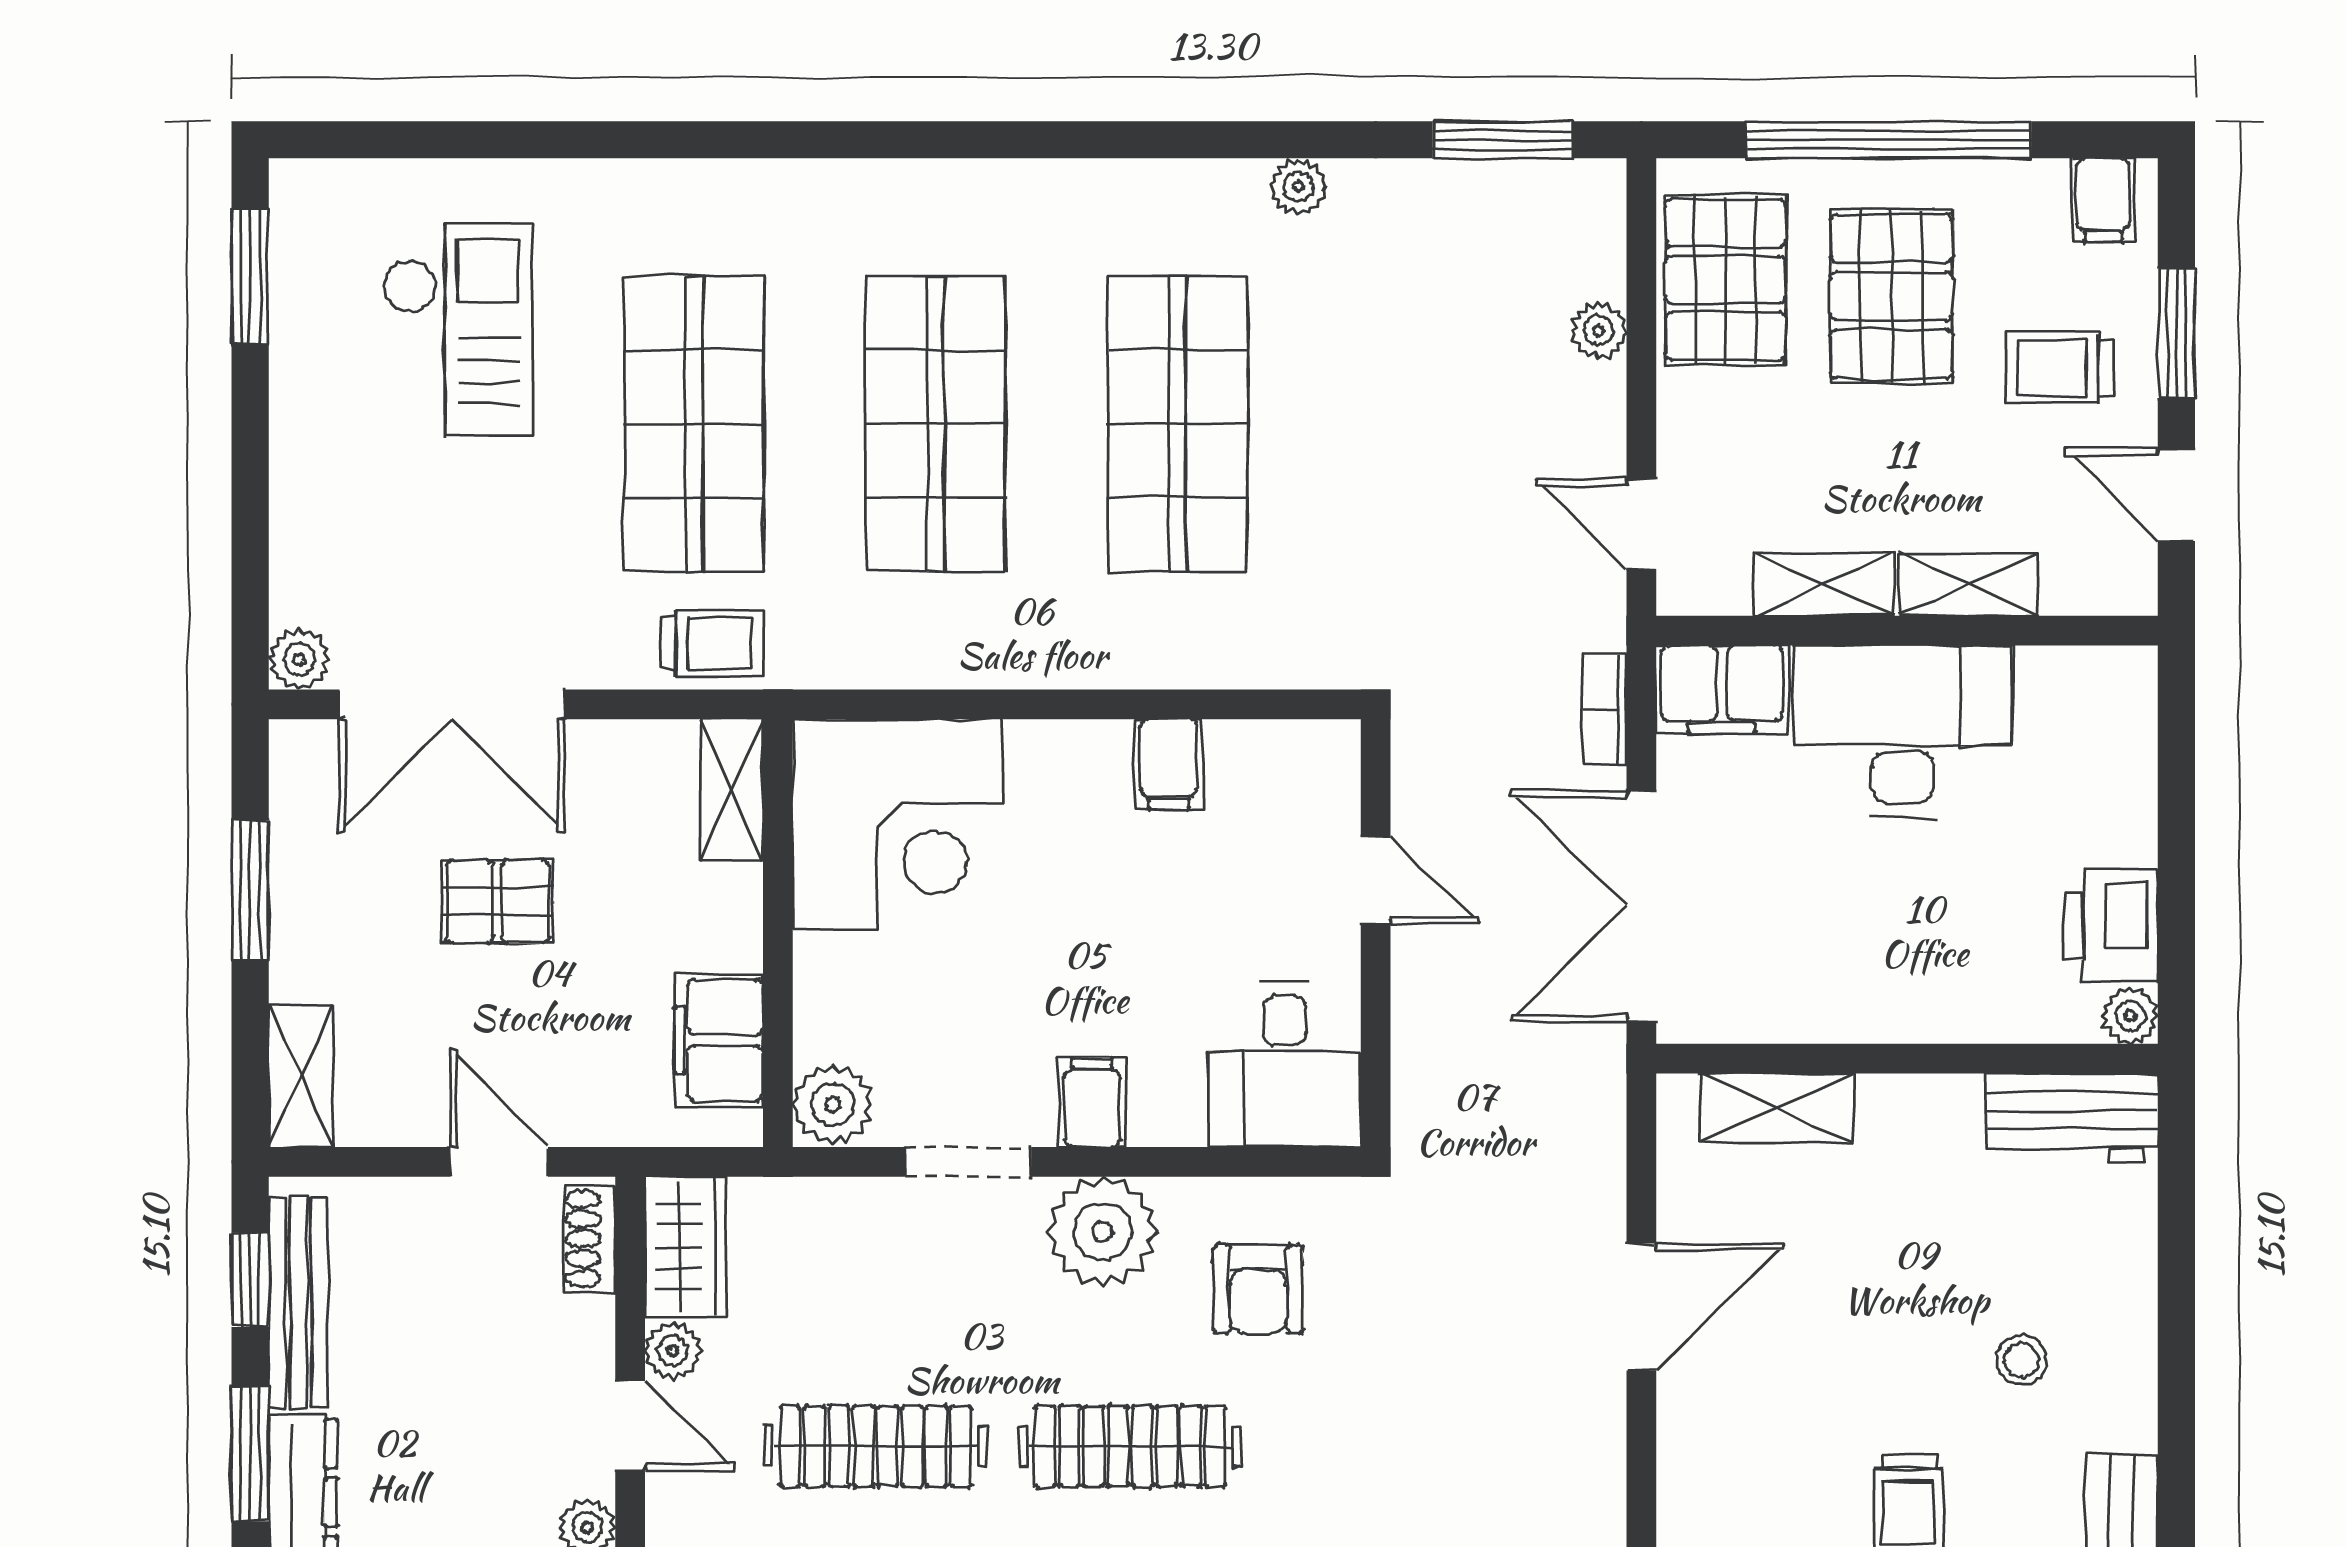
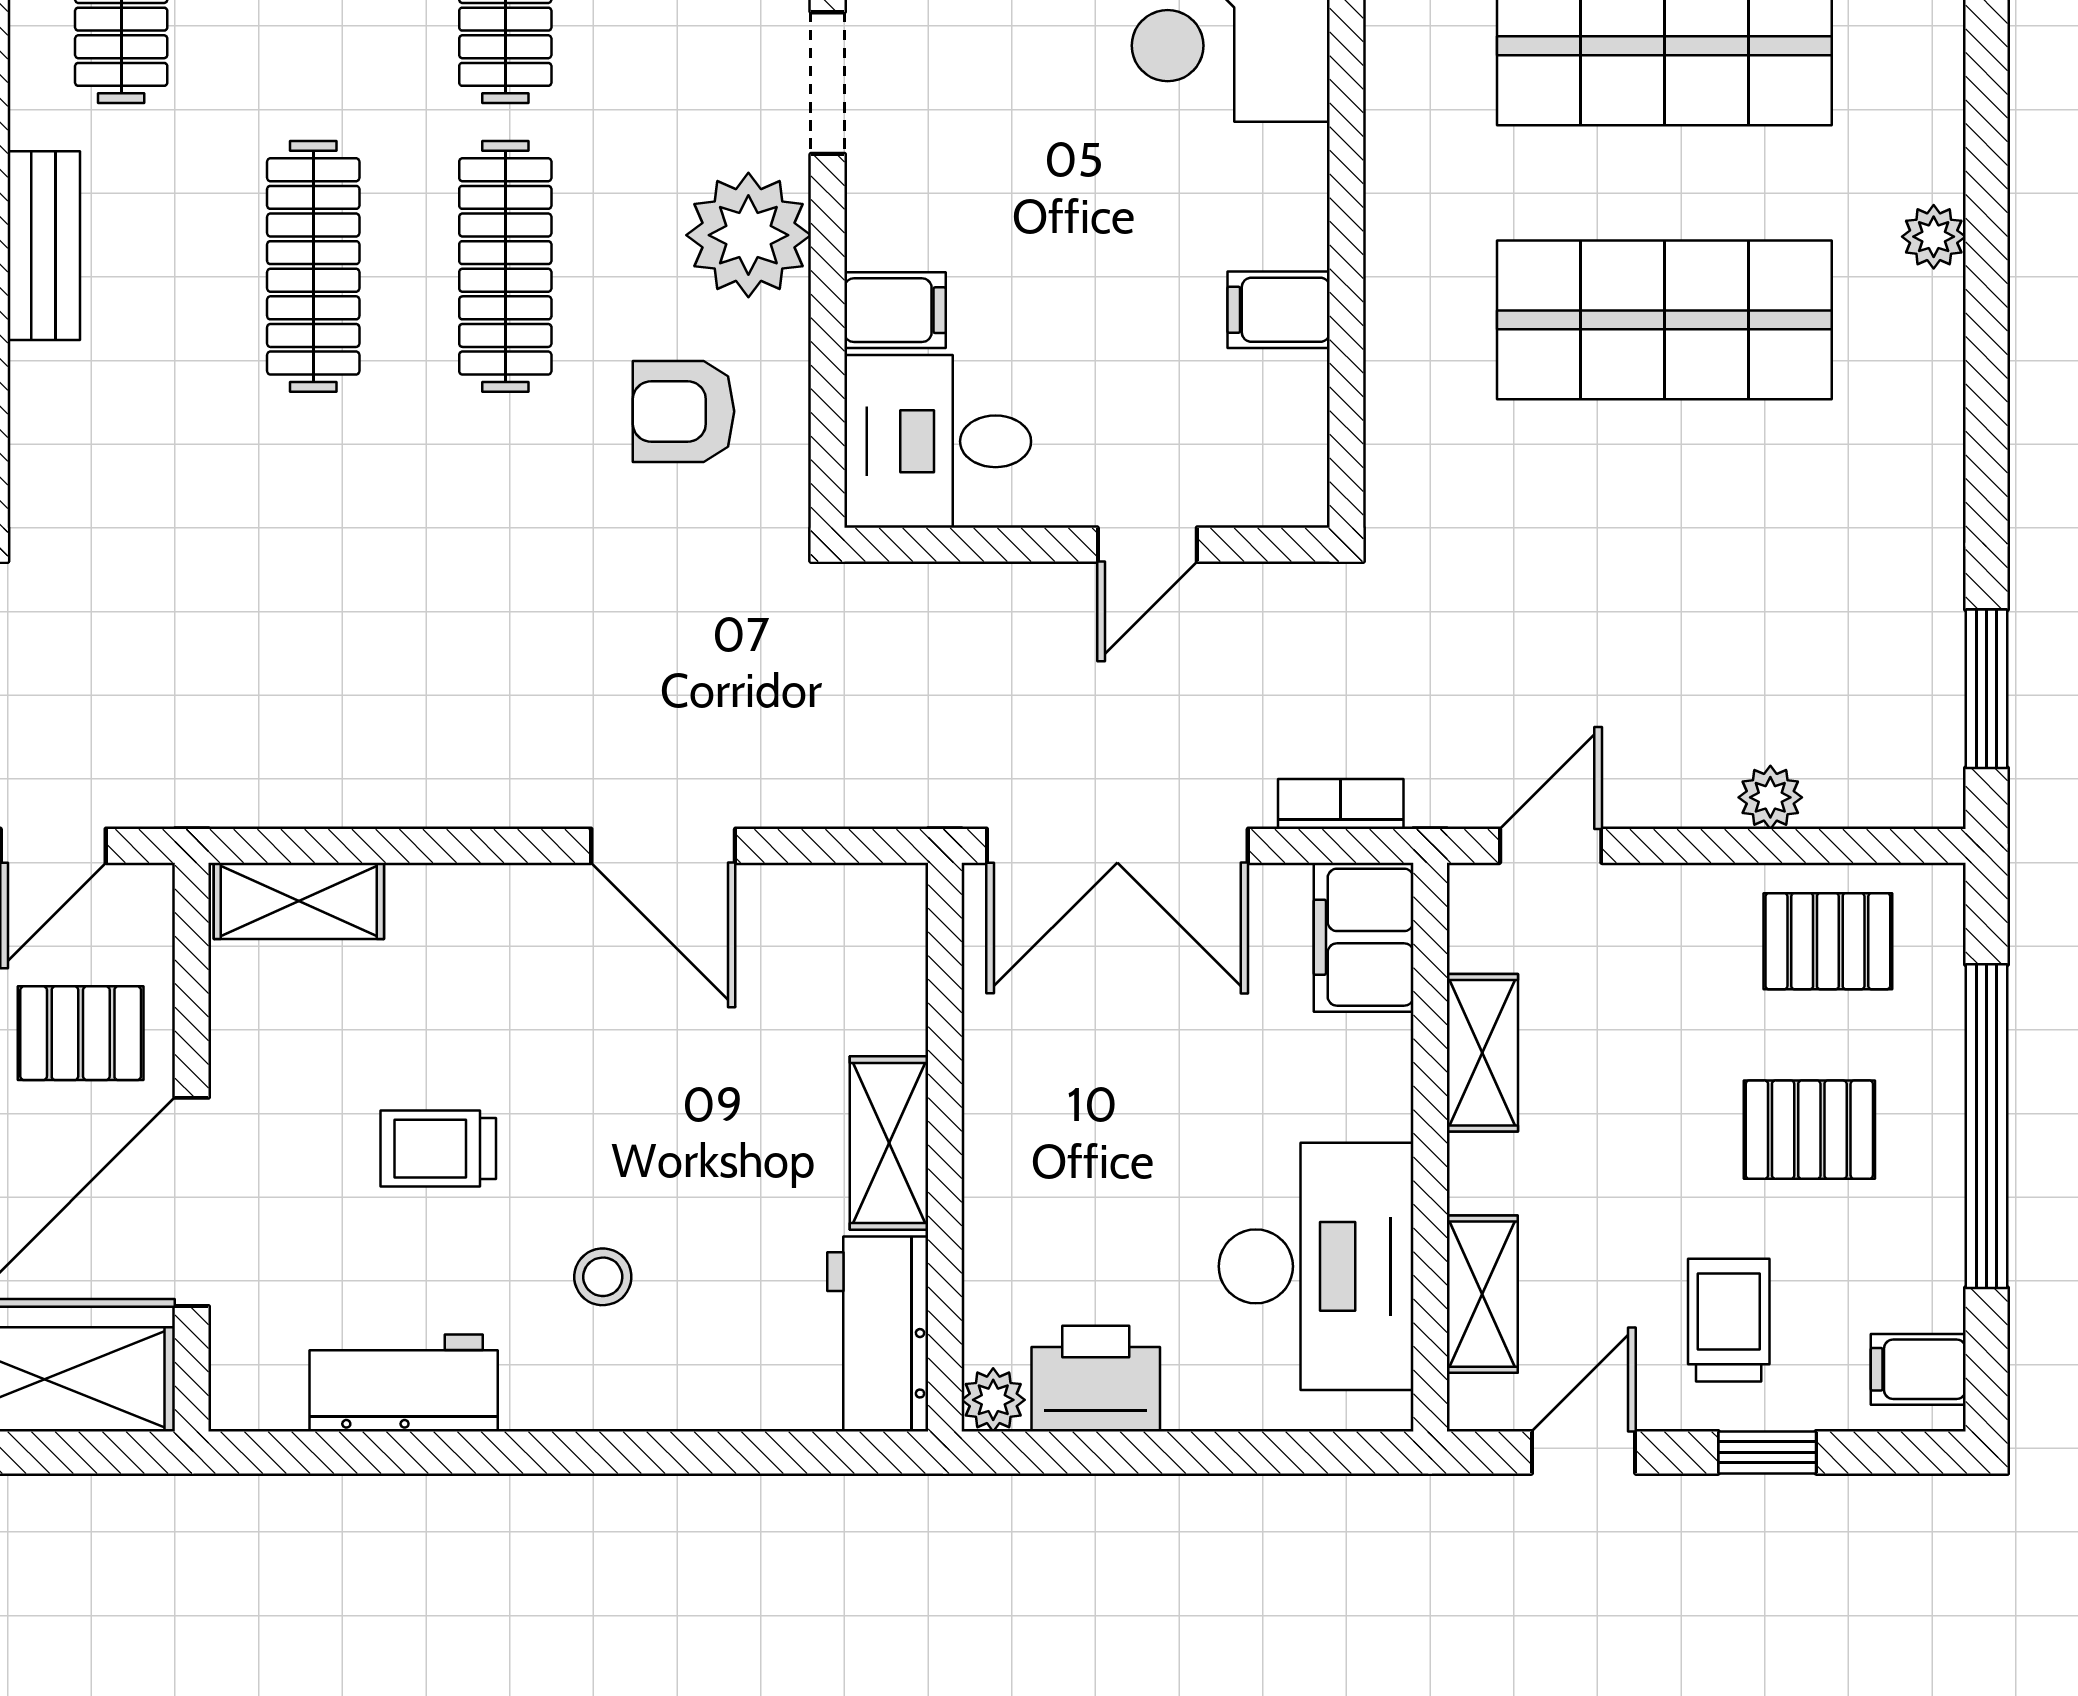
plant: (1298, 186) -> (1934, 237), moved
pallet: (1725, 280) -> (1828, 941), width x0.67, depth x0.71
pallet: (1892, 296) -> (1809, 1130), width x0.67, depth x0.71
window: (2176, 333) -> (1767, 1452), width x0.67
shelving: (1969, 585) -> (1482, 1294), moved
desk: (1903, 731) -> (1316, 1266), moved
double door: (1641, 906) -> (1117, 846), swing flipped
filing cabinet: (1092, 1102) -> (895, 310), moved
shelving: (1777, 1108) -> (889, 1143), moved

